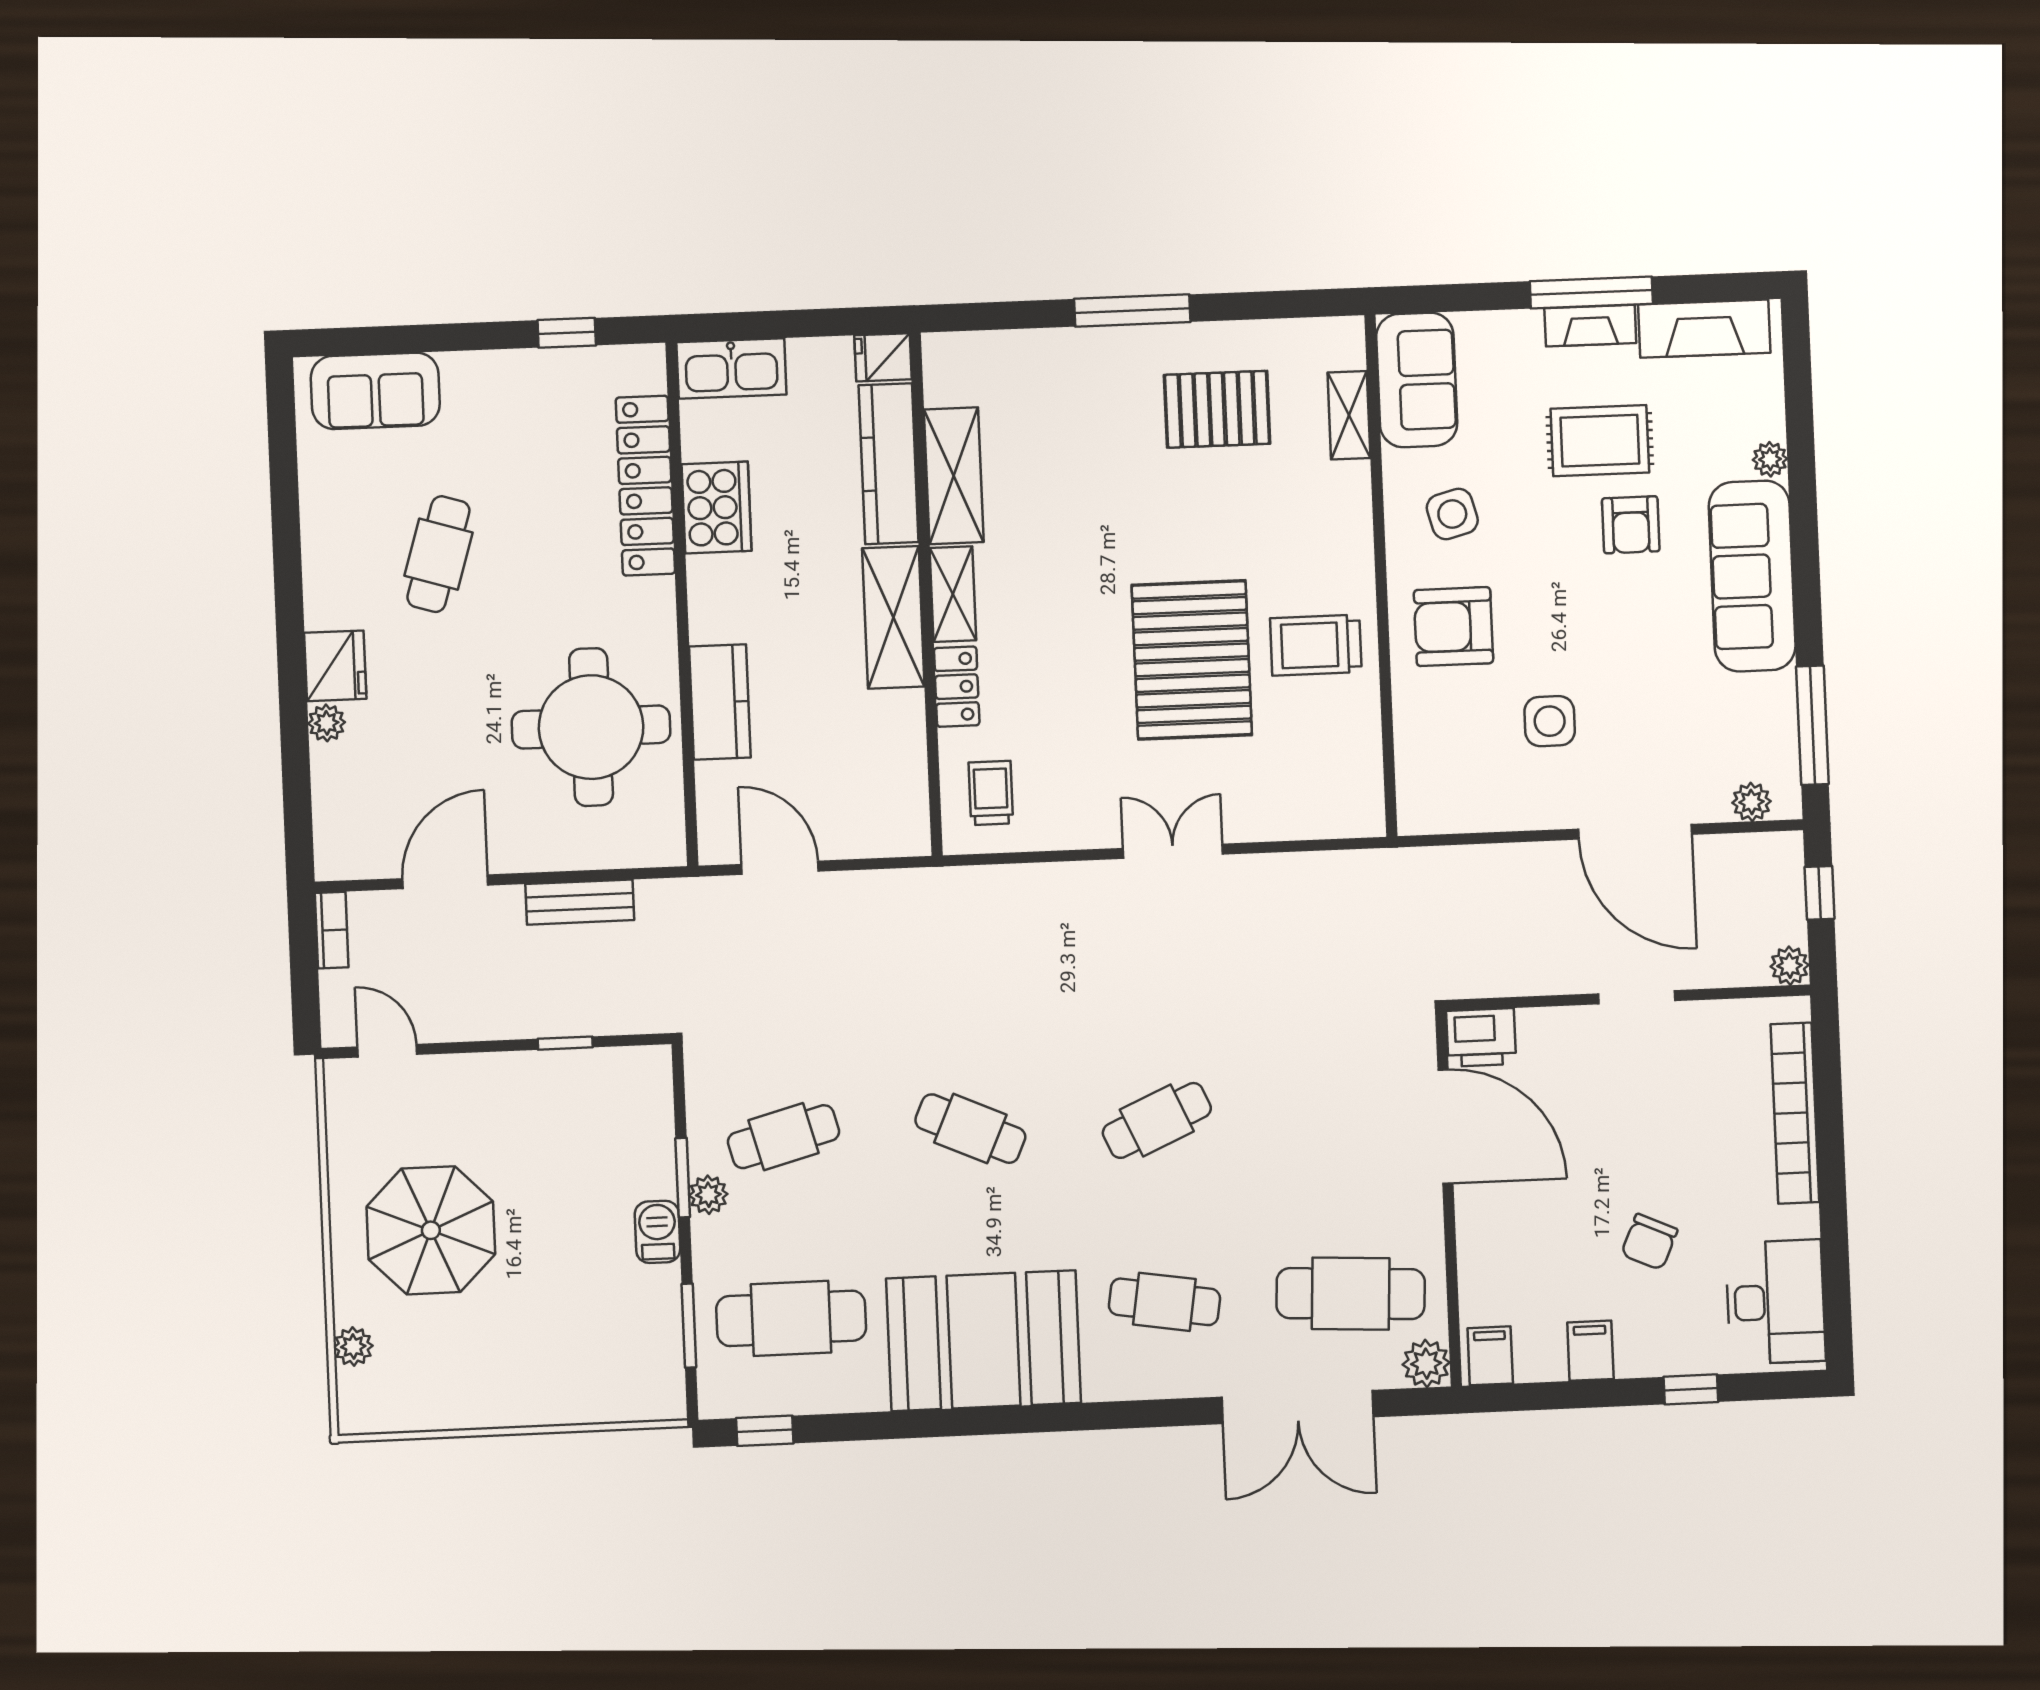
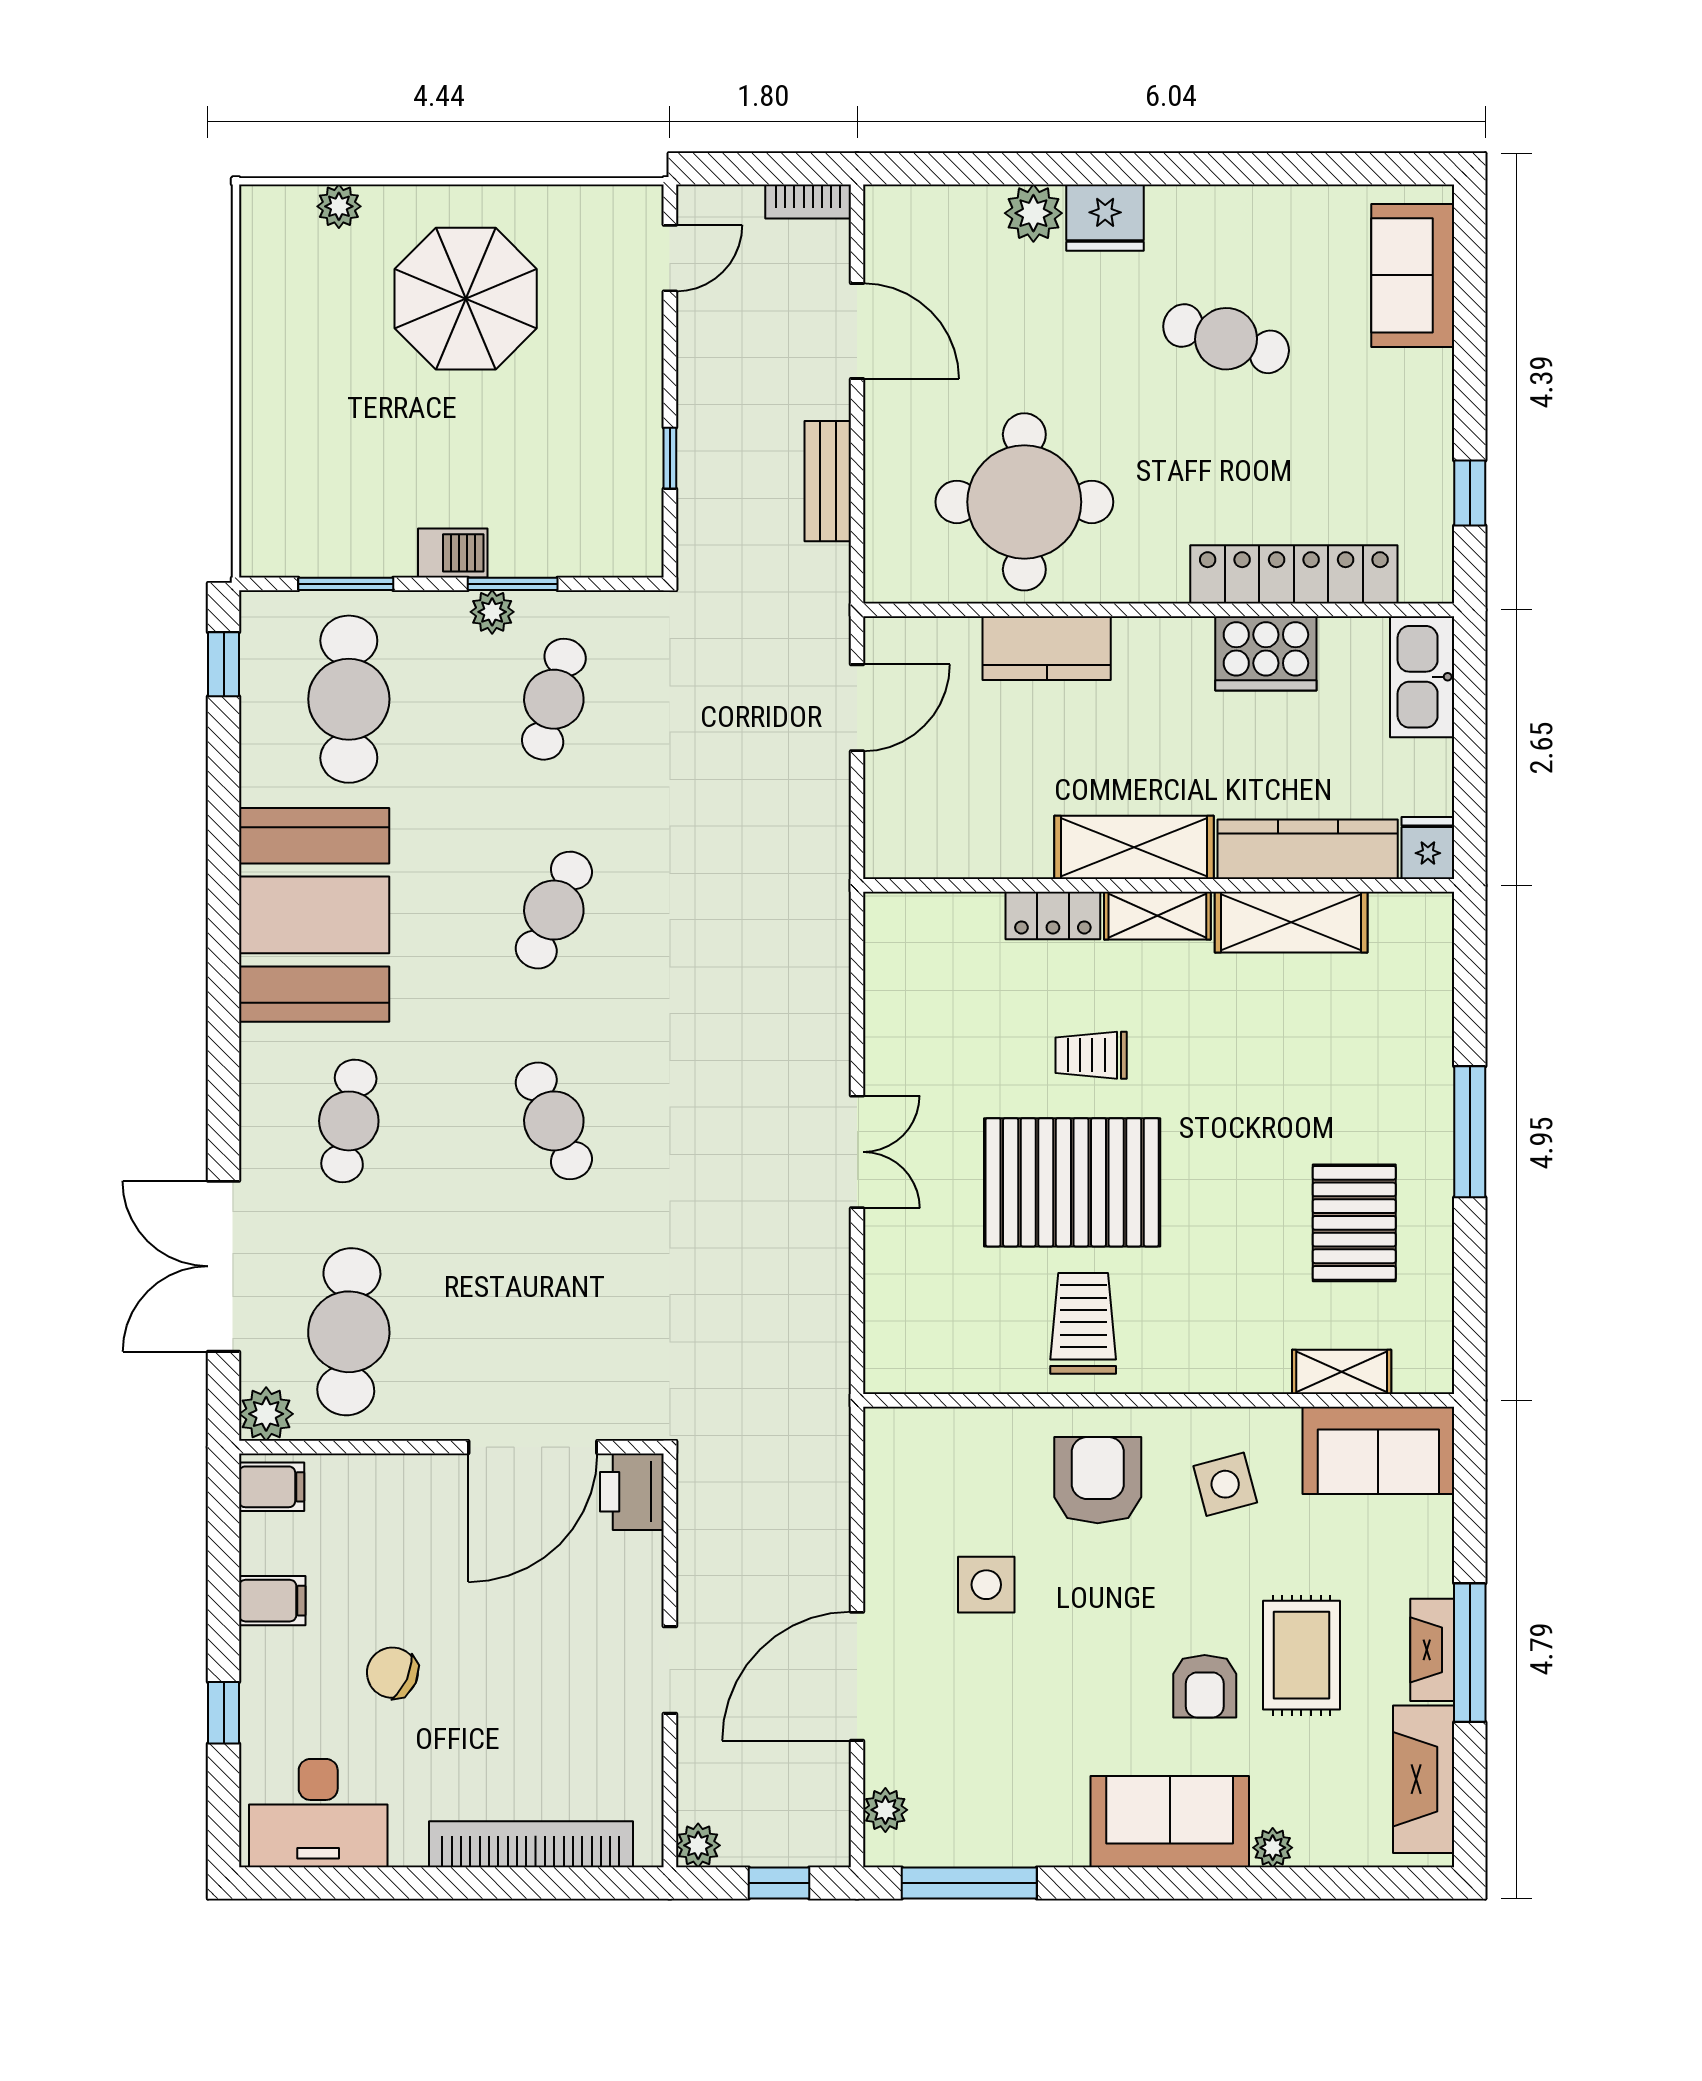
armchair: (1631, 525) -> (1205, 1686), turned -90
sofa: (1752, 576) -> (1170, 1822), width x0.73
plant: (327, 723) -> (1033, 213), width x1.38, depth x1.38
trolley: (991, 793) -> (1091, 1055), moved, turned 180
cafe table: (784, 1137) -> (554, 699), turned 30

